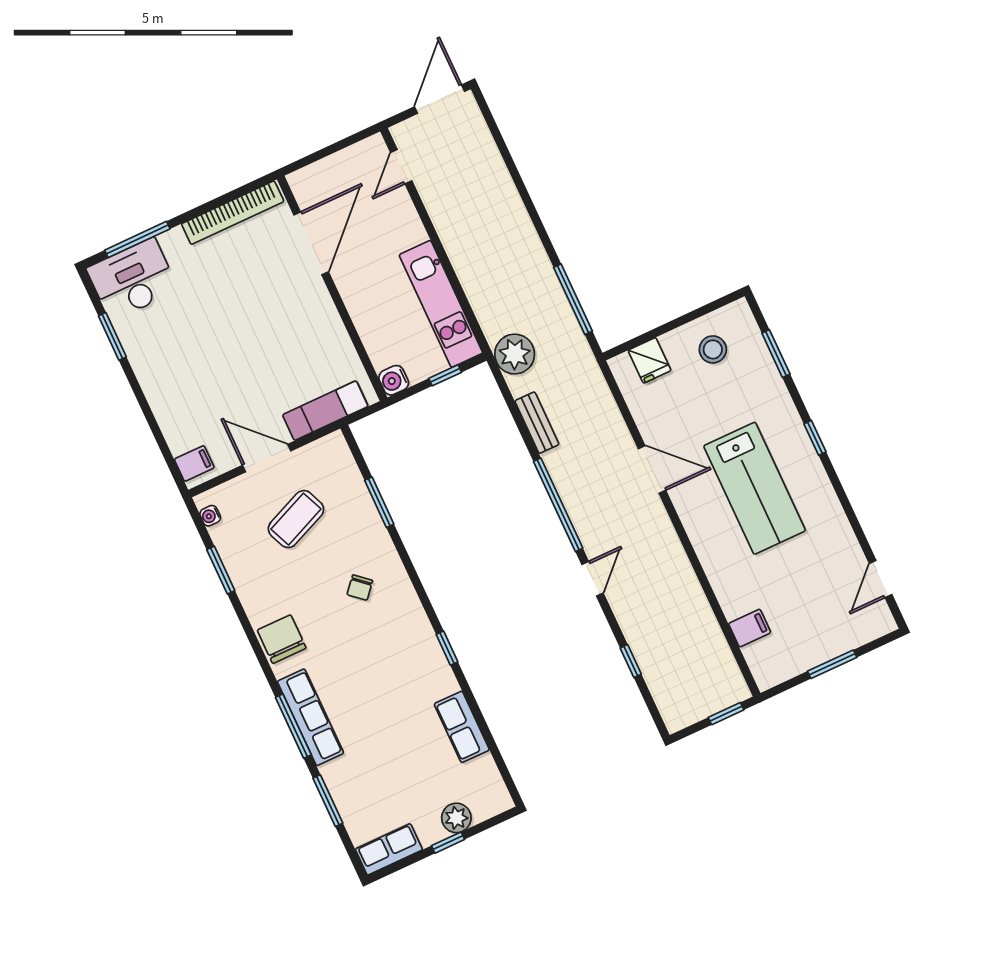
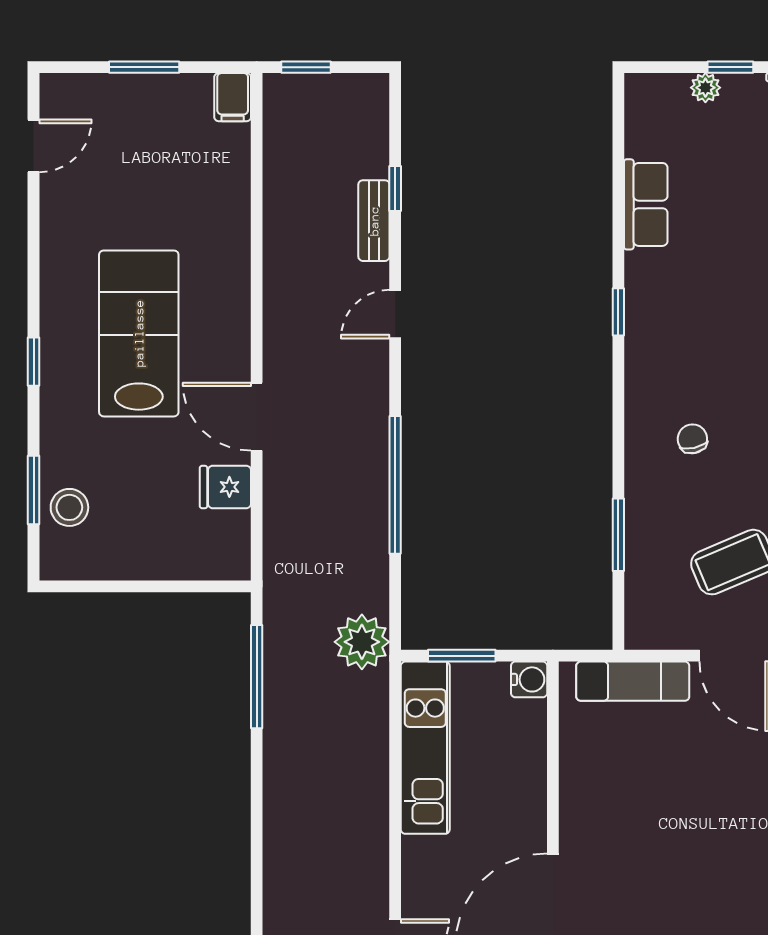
stool: (713, 349) -> (69, 507), moved
fridge: (650, 360) -> (225, 487), moved, turned -90
window: (445, 375) -> (462, 656), width x1.50
bench: (537, 423) -> (374, 221), moved
window: (558, 505) -> (395, 485), moved
chair: (360, 588) -> (692, 439), turned -54
filing cabinet: (750, 628) -> (233, 97), moved, turned -90
plant: (456, 818) -> (705, 88), width x0.73, depth x0.73

